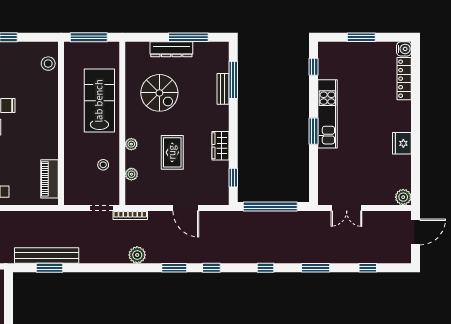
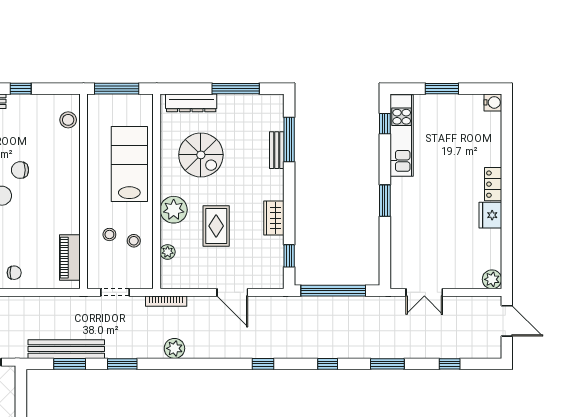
dresser: (171, 49) -> (191, 103), moved
locker: (404, 79) -> (493, 184), moved, width x0.66
kitchen unit: (327, 114) -> (402, 136), moved
plant: (131, 144) -> (174, 210), width x1.87, depth x1.87
stool: (83, 160) -> (109, 234), added
doorway: (101, 208) -> (115, 292), moved
door: (416, 232) -> (507, 321), hinge flipped
window: (174, 268) -> (122, 364), moved

